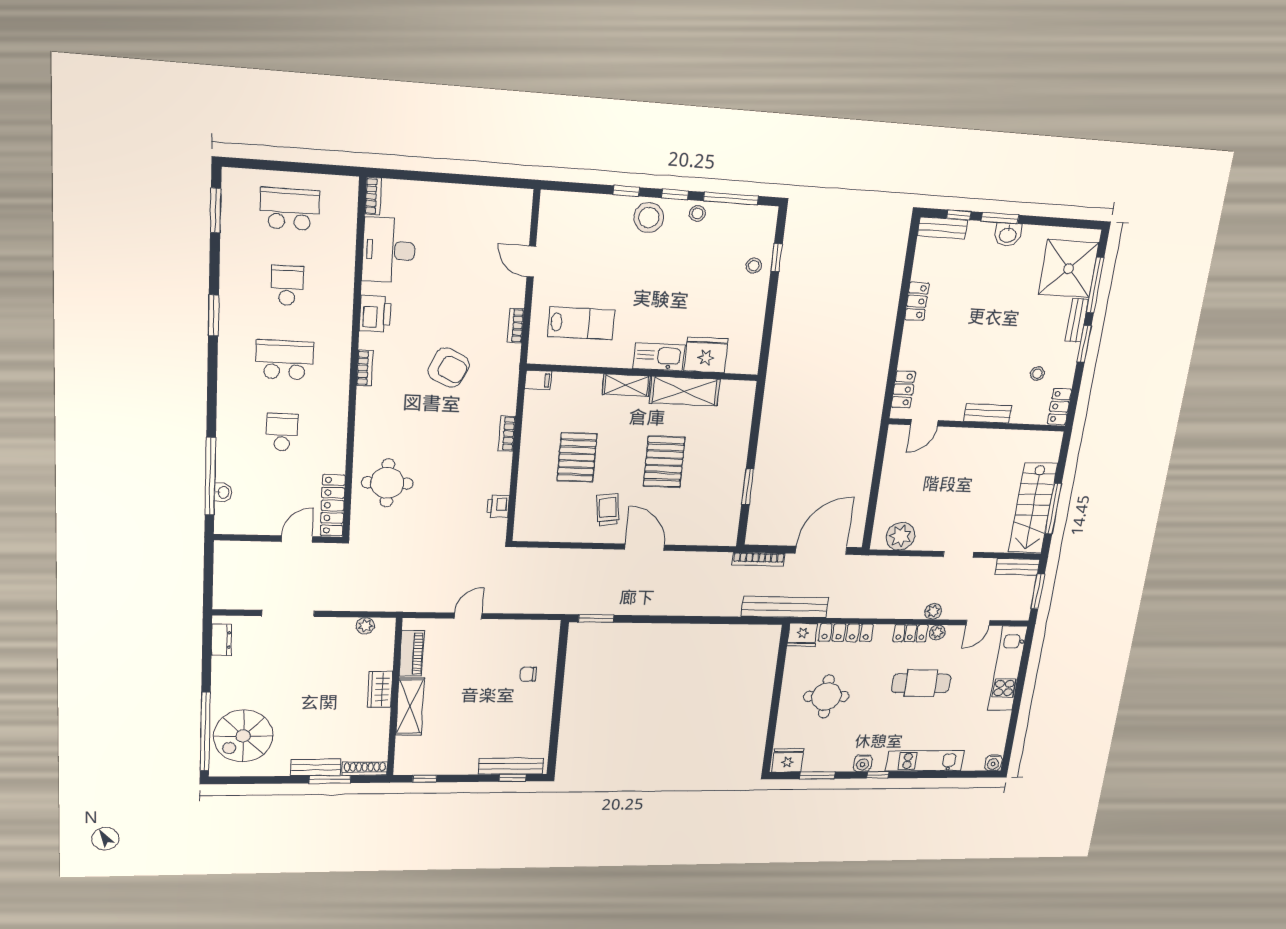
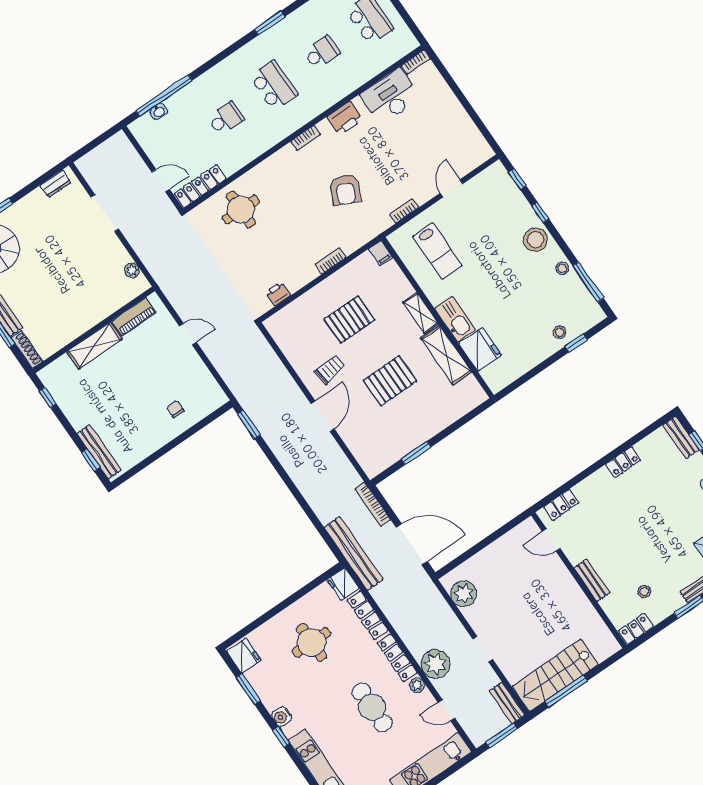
window: (675, 194) -> (517, 179), moved
plant: (933, 611) -> (435, 664), width x1.87, depth x1.87
locker: (911, 633) -> (397, 658), width x1.53
wardrobe: (380, 689) -> (93, 315), removed

